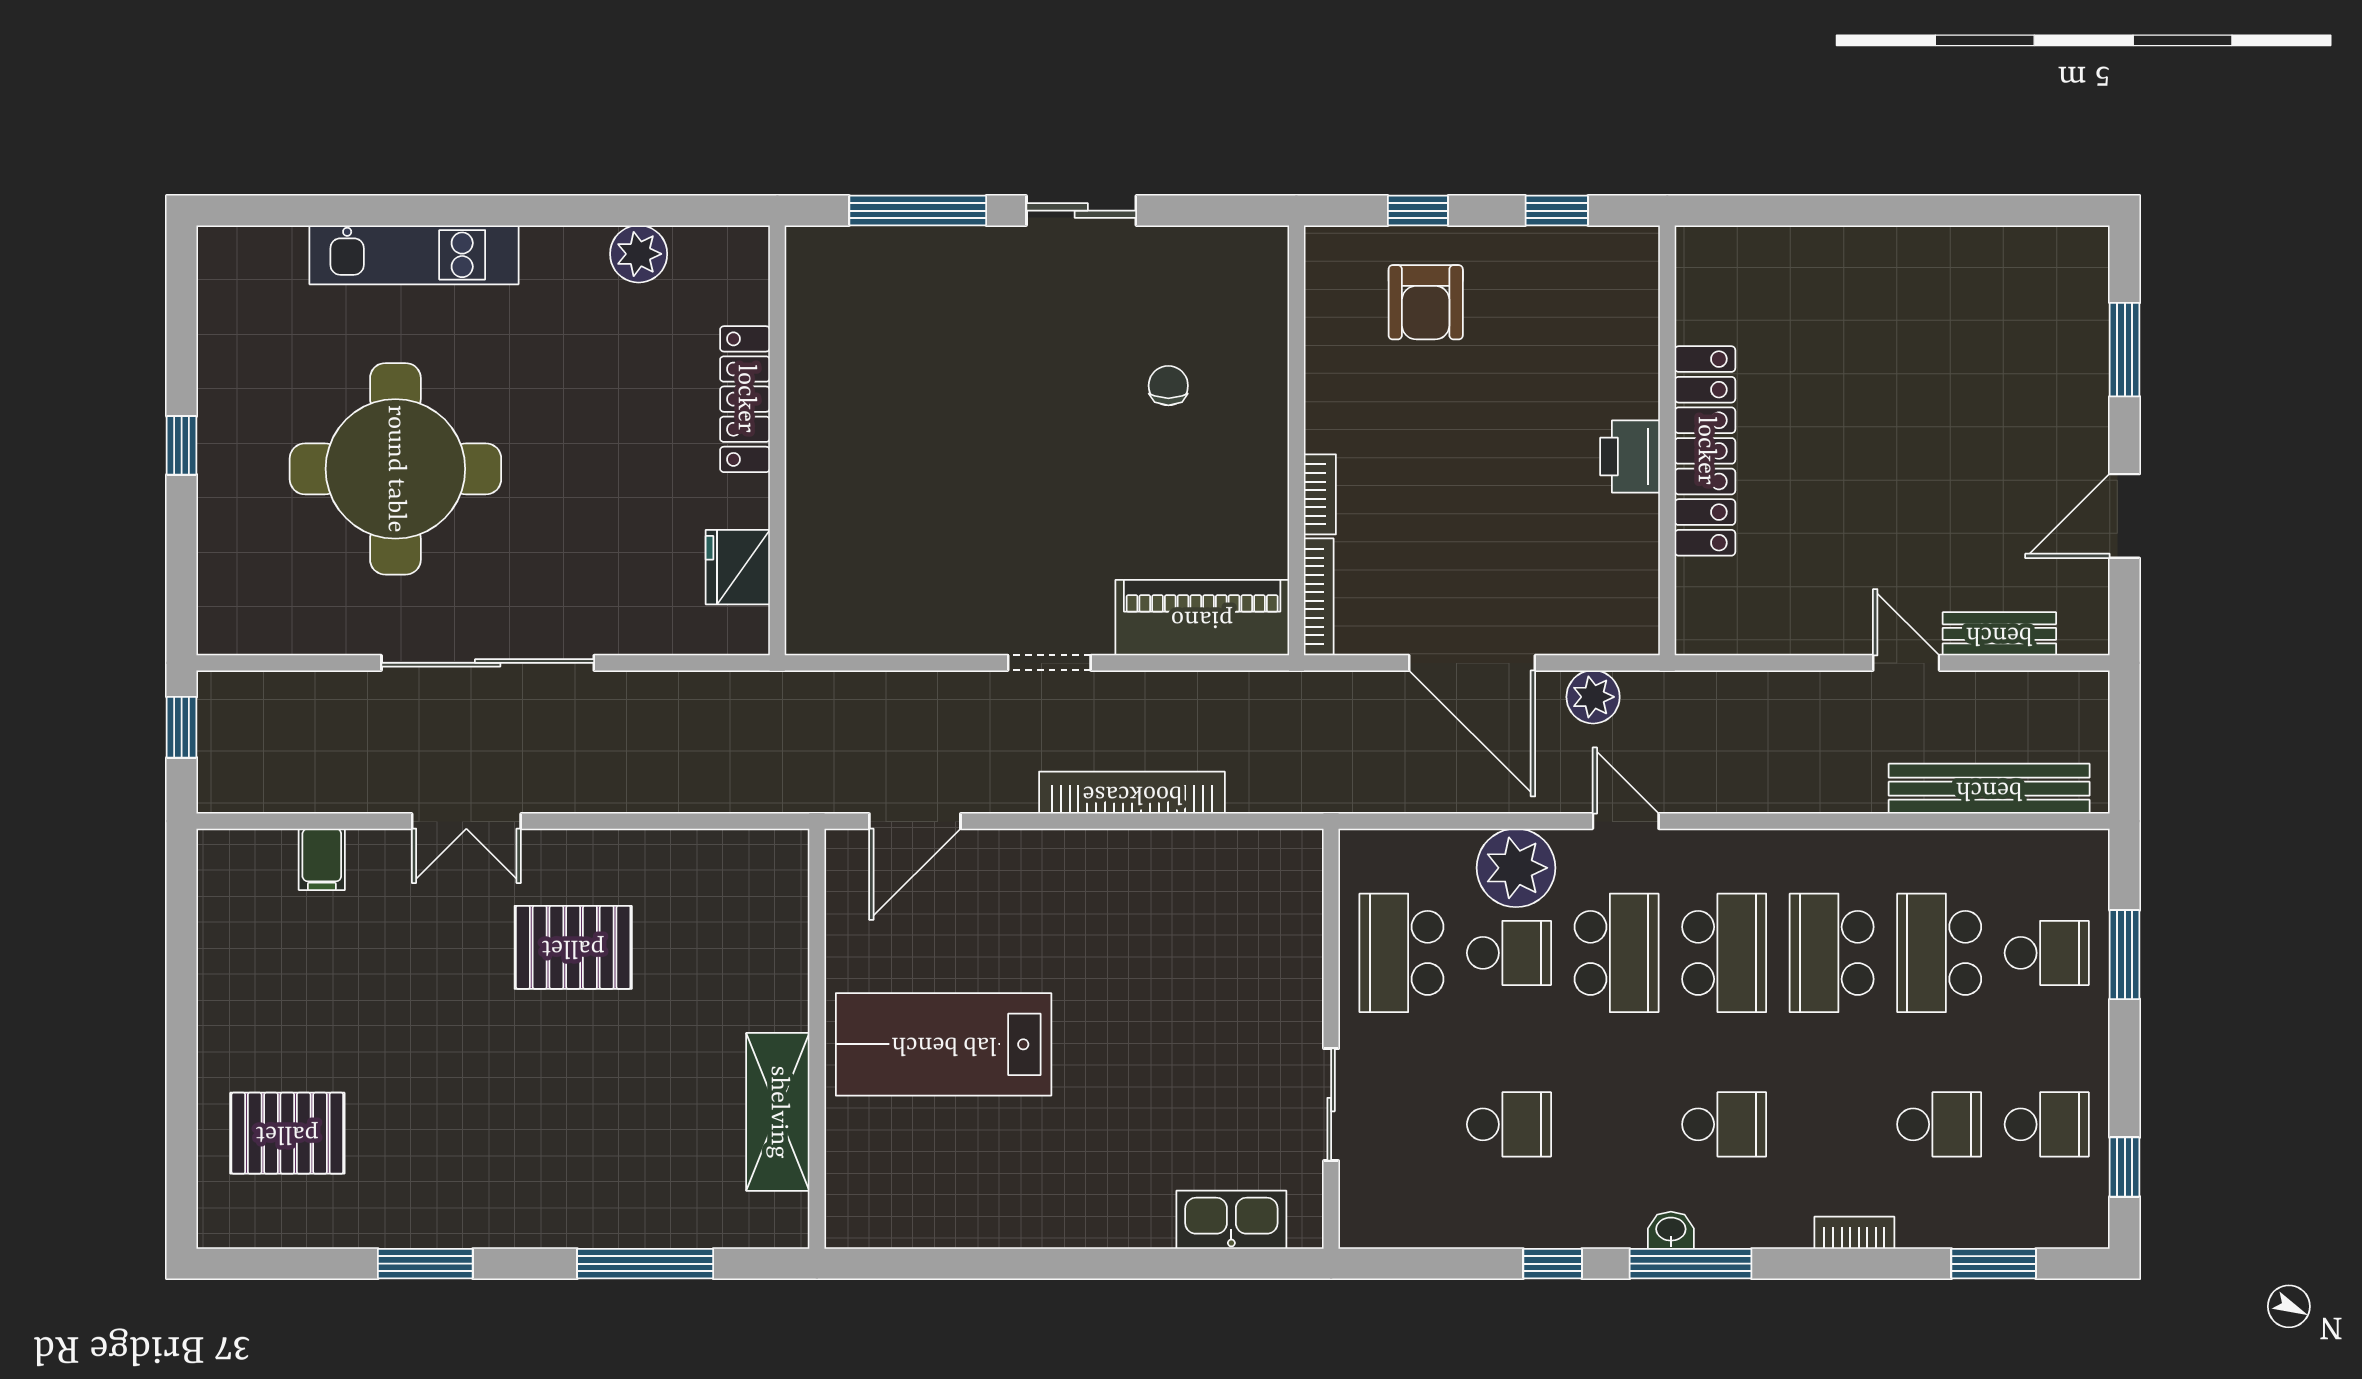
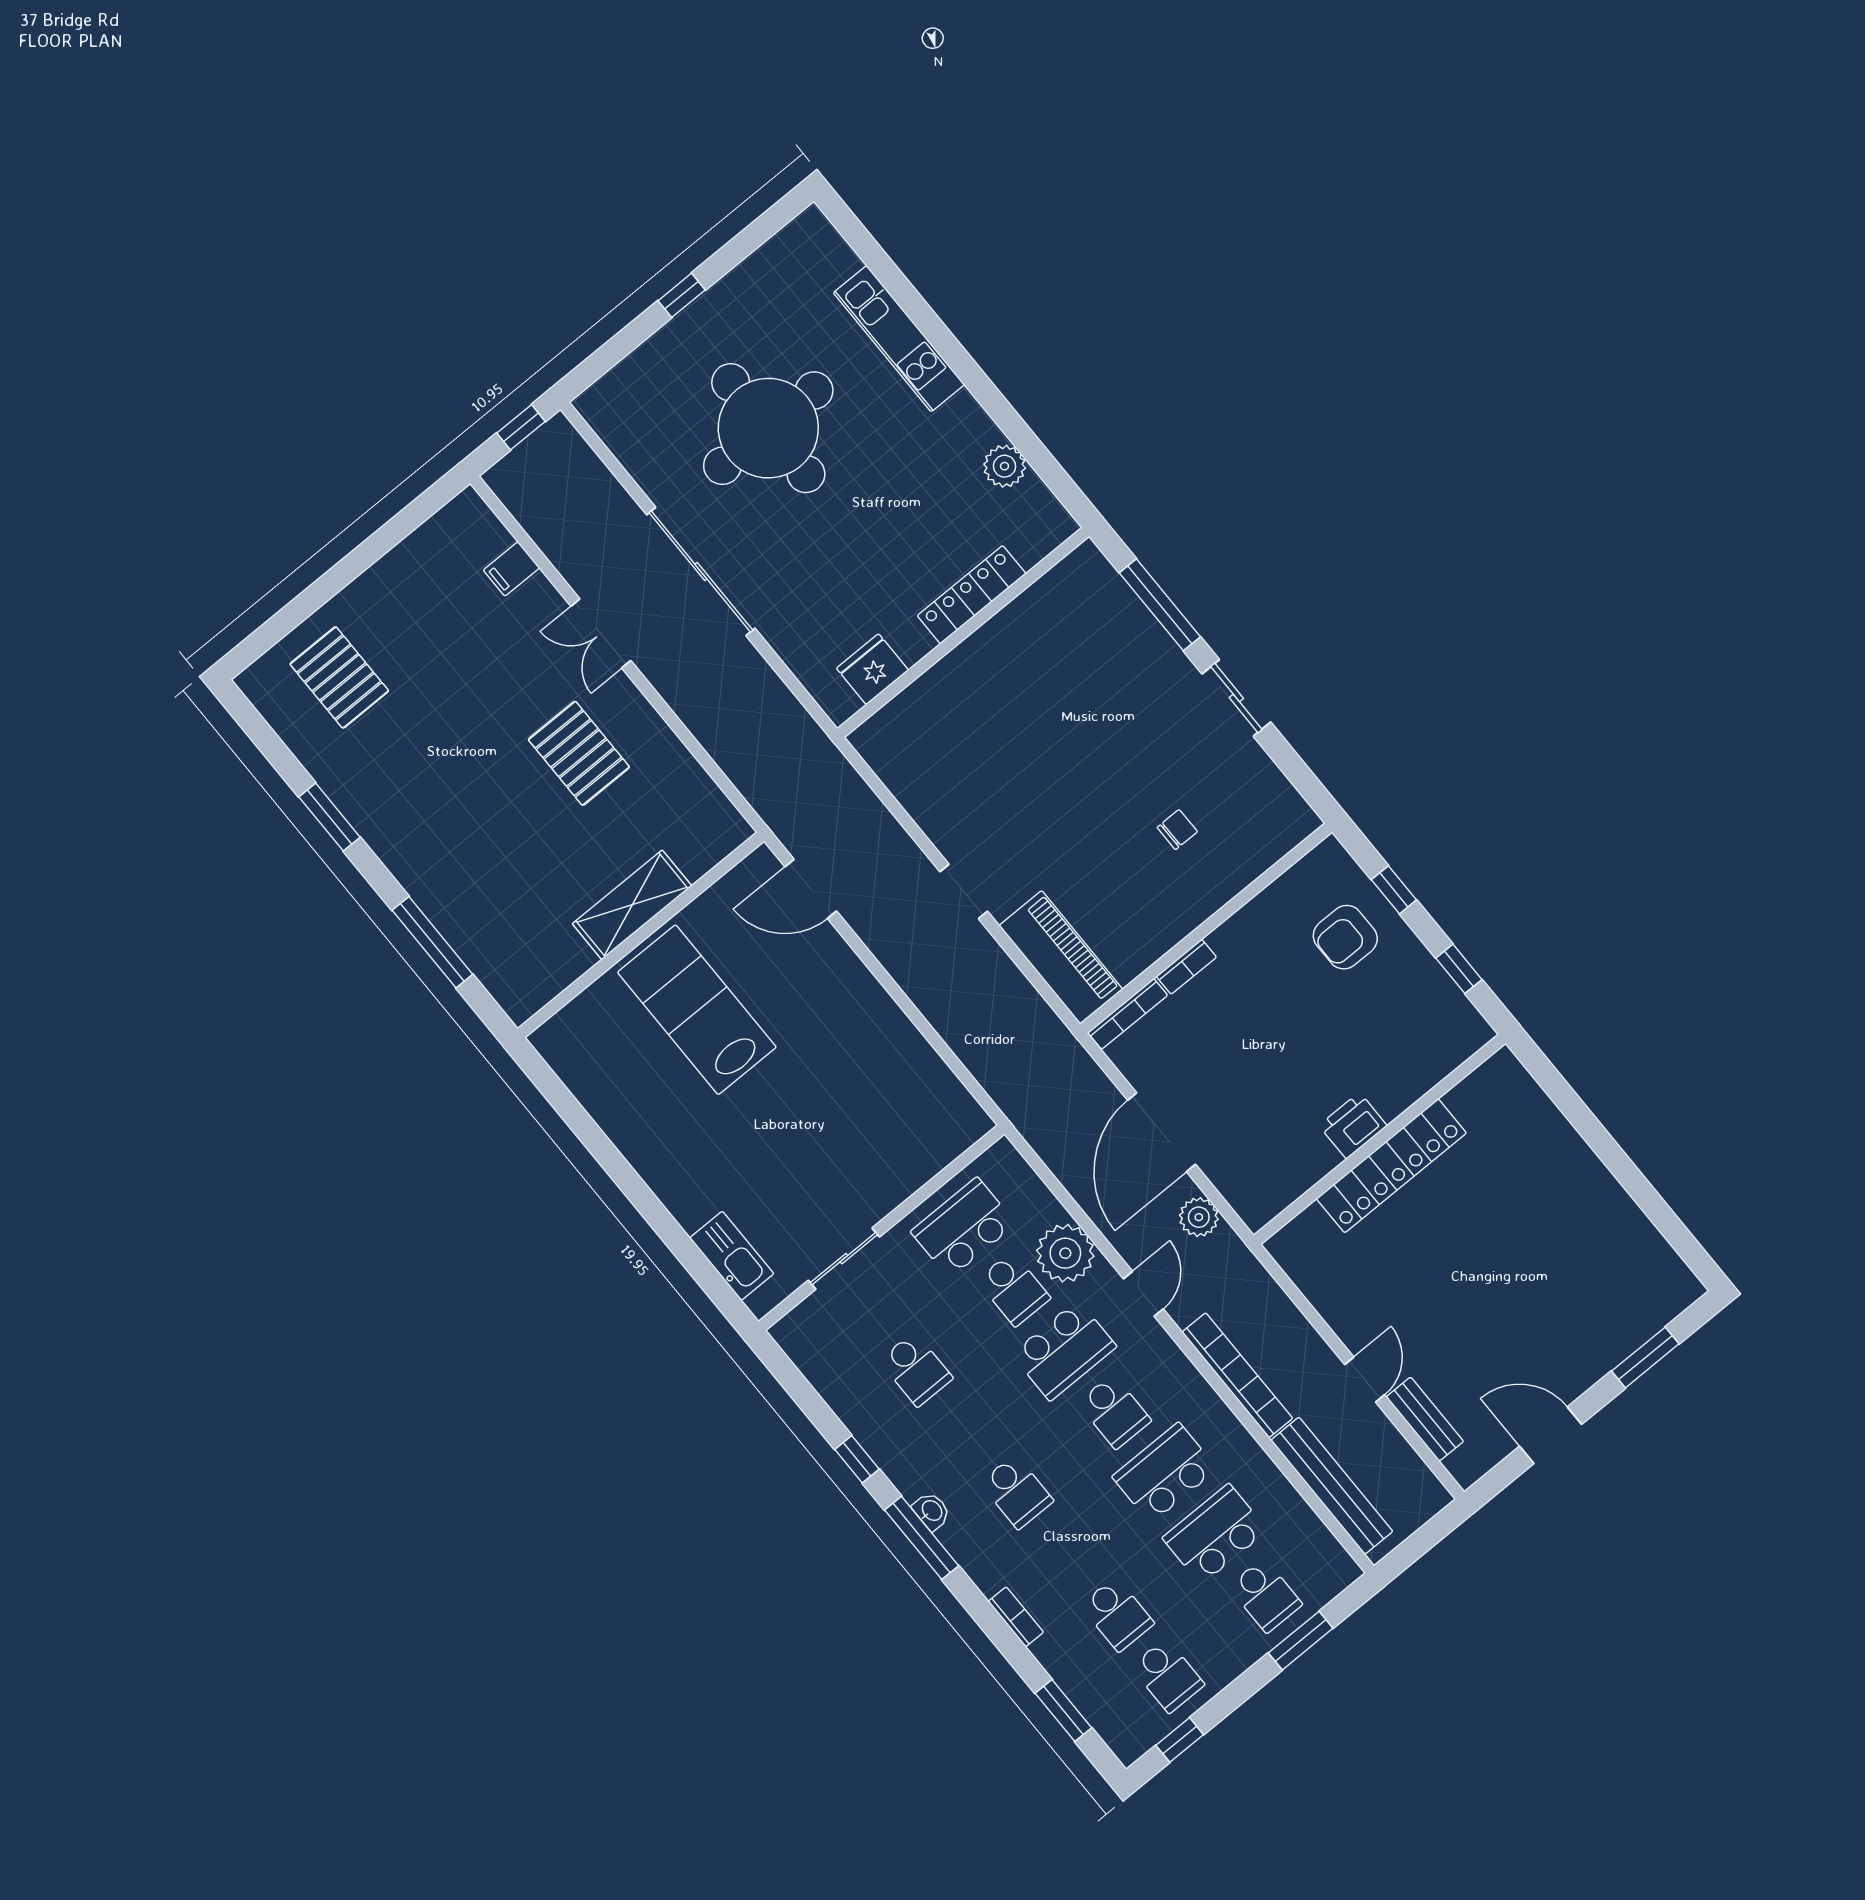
bookcase: (1132, 793) -> (1237, 1375), moved
school desk: (1724, 953) -> (1114, 1412), width x0.54
shelving: (778, 1112) -> (632, 905), moved

